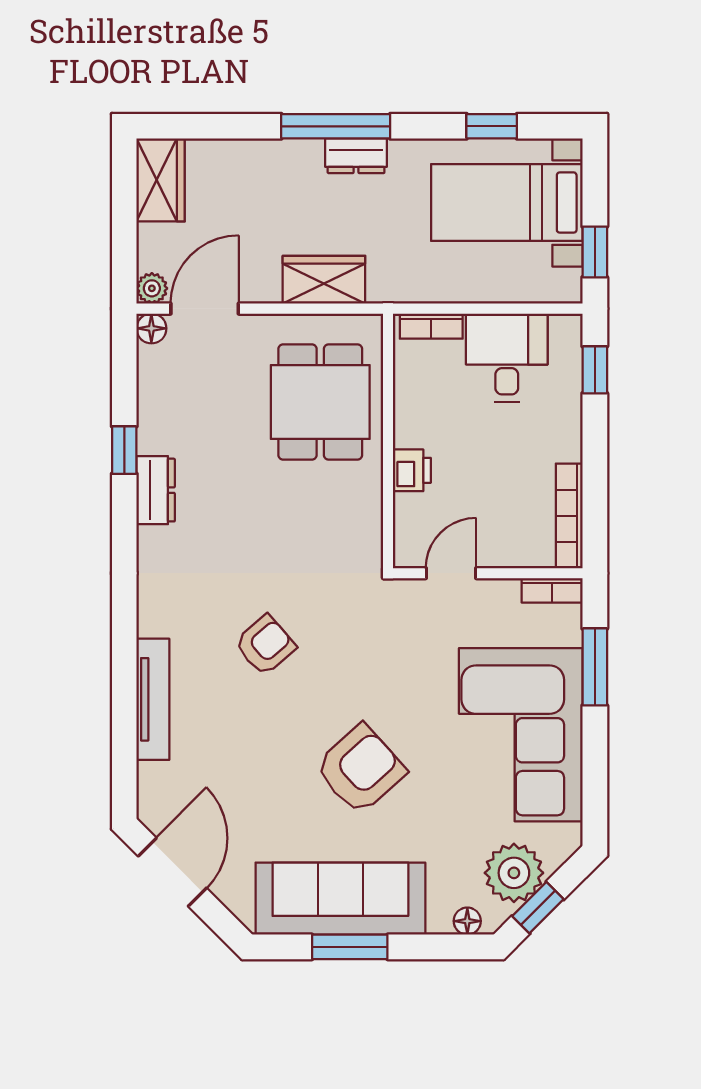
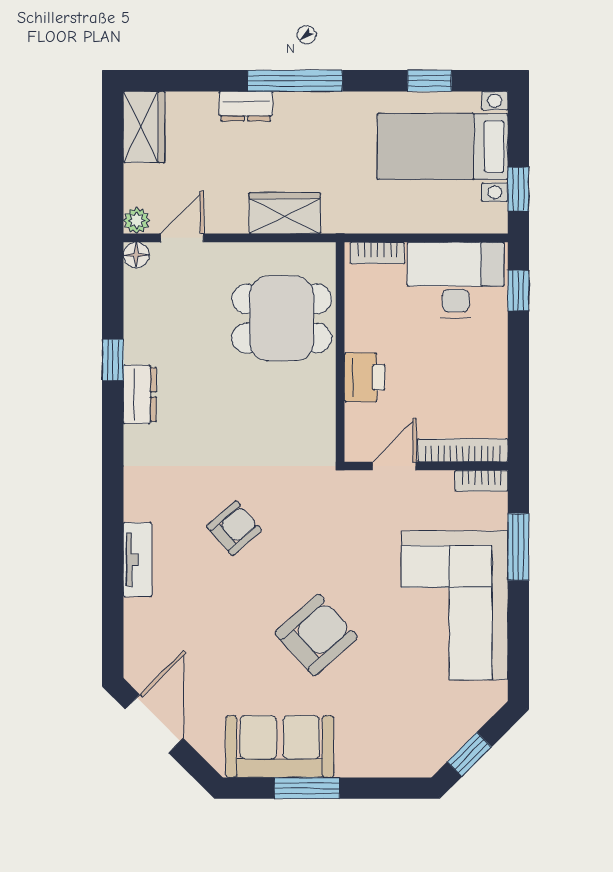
dresser: (356, 156) -> (246, 106), moved
door: (205, 309) -> (182, 238), width x0.73
desk: (507, 358) -> (456, 280), width x1.37
dining table: (320, 402) -> (282, 318), turned 90
printer: (412, 470) -> (365, 377), width x1.36, depth x1.24
bookcase: (569, 516) -> (463, 450), moved, turned 90
tv unit: (153, 699) -> (137, 560), width x0.71
plant: (514, 873) -> (449, 724), removed
sofa: (340, 899) -> (280, 747), width x0.73
floor lamp: (467, 921) -> (408, 766), removed

